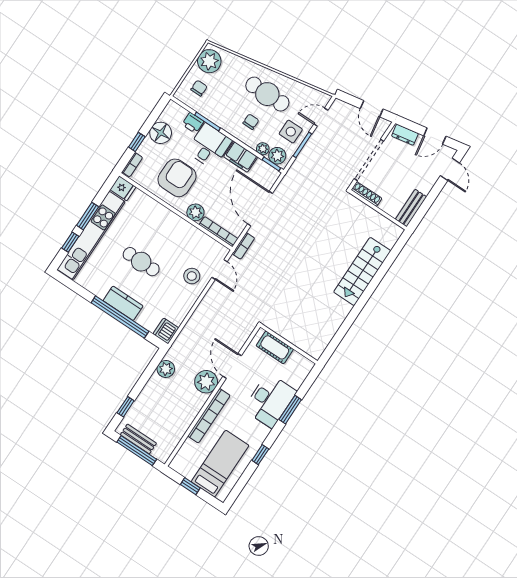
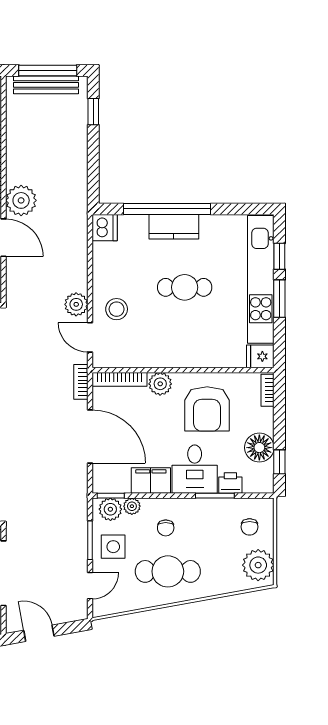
window: (137, 142) -> (279, 462), moved
plant: (166, 369) -> (76, 304), moved
bench: (138, 439) -> (46, 85), width x1.36

